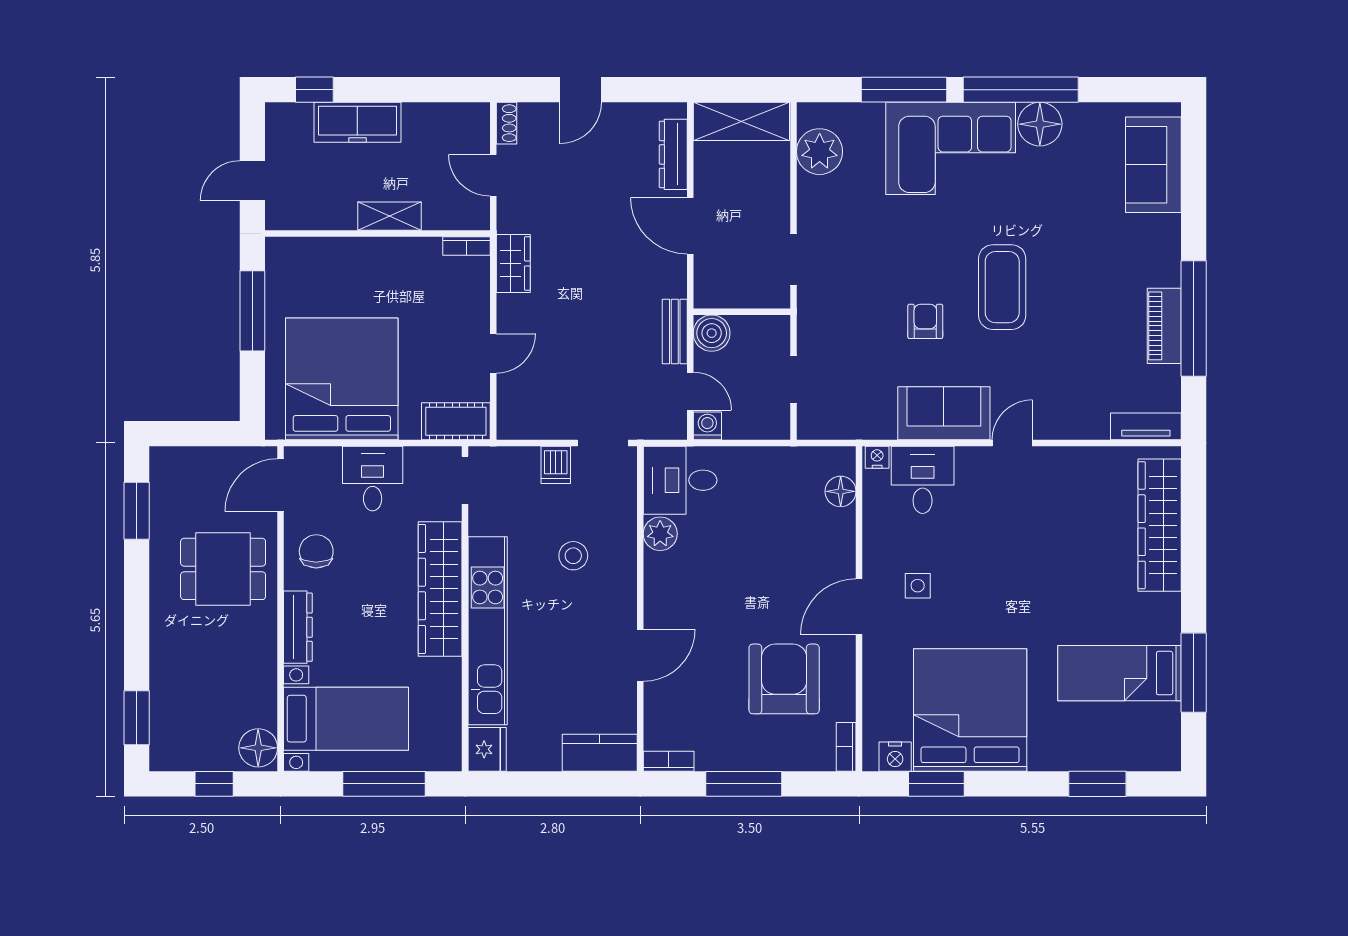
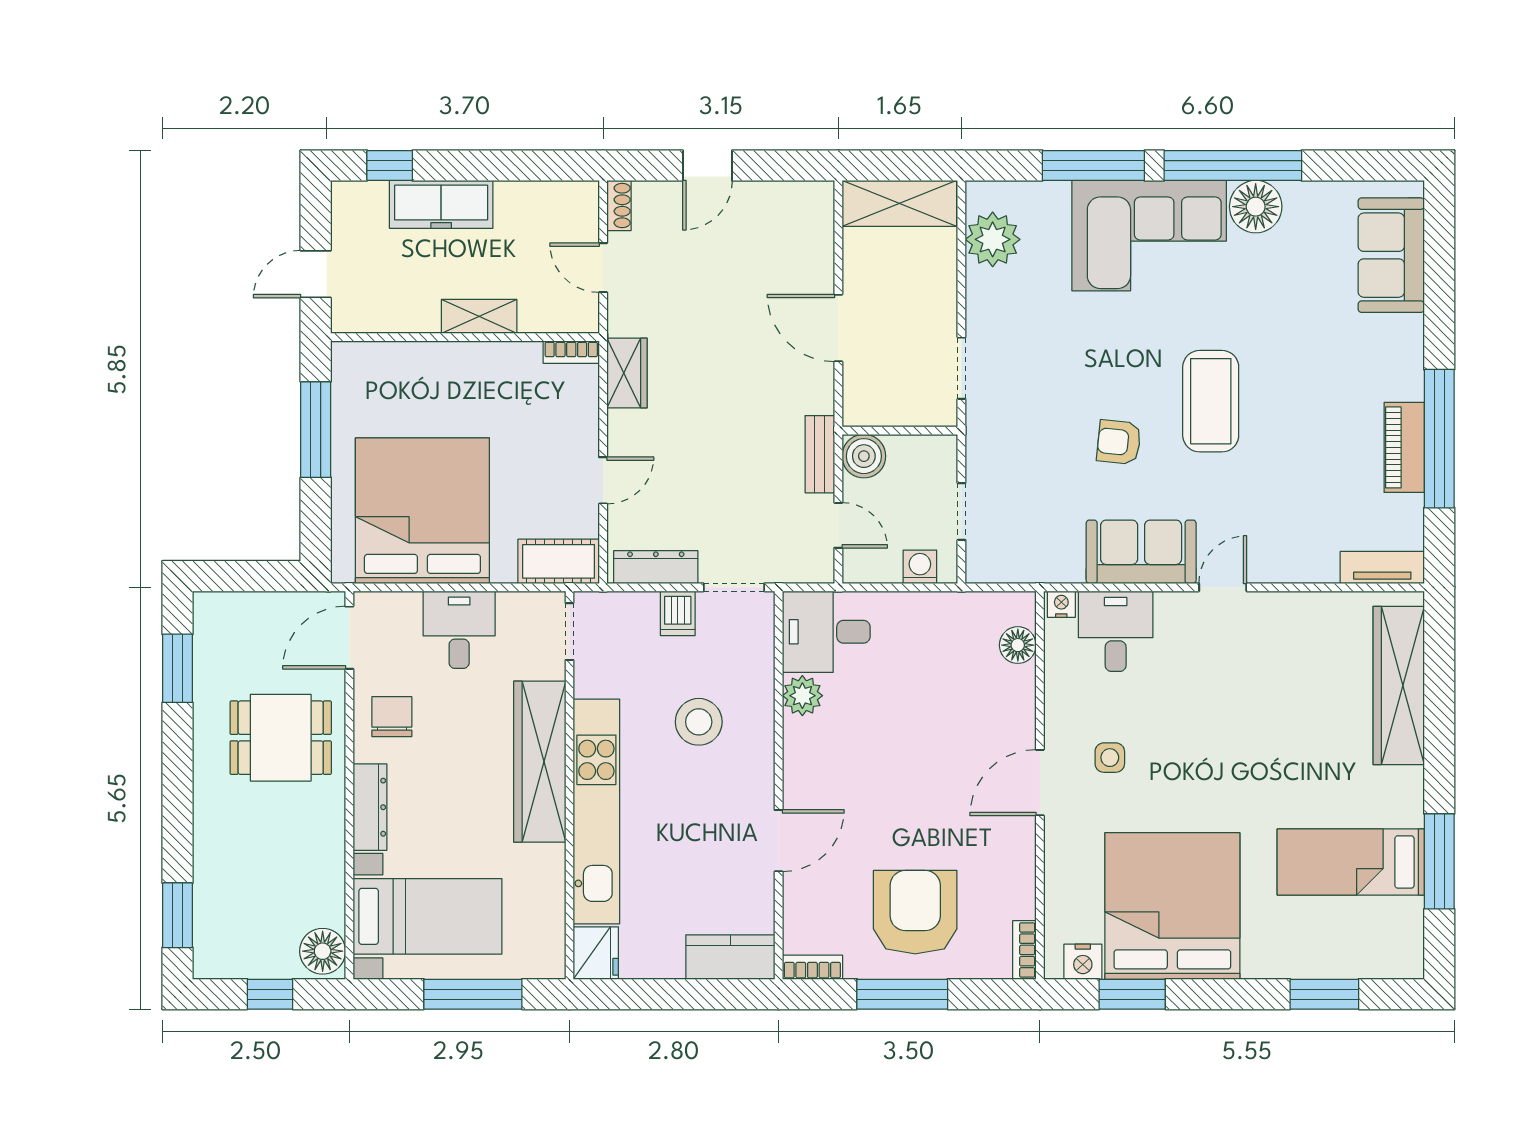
dresser: (673, 154) -> (656, 567), moved, turned 90
armchair: (925, 321) -> (1119, 442), turned -84
washing machine: (707, 426) -> (920, 567), moved
stool: (573, 556) -> (699, 722), width x1.38, depth x1.38
armchair: (784, 679) -> (915, 912), moved

